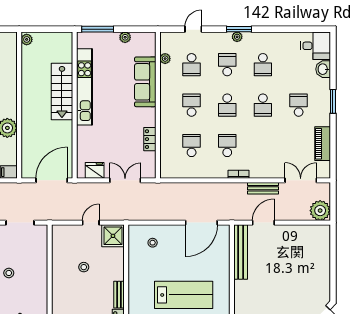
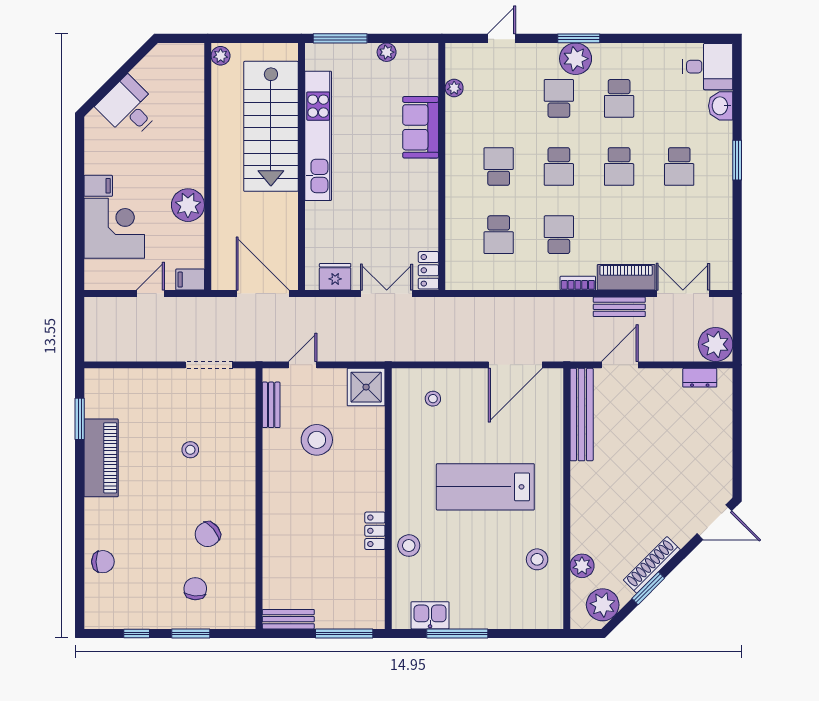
plant: (237, 37) -> (576, 59), width x1.87, depth x1.87
school desk: (192, 65) -> (499, 98), removed
sofa: (145, 82) -> (421, 127), width x0.73
stairs: (62, 92) -> (271, 126), width x1.36, depth x1.51
school desk: (299, 105) -> (679, 167), turned 180
locker: (150, 139) -> (428, 270), moved
piano: (323, 144) -> (626, 277), moved, turned 90
school desk: (192, 145) -> (499, 235), turned 180
door: (52, 180) -> (263, 294), hinge flipped
door: (91, 223) -> (303, 365), moved
dresser: (311, 230) -> (700, 378), added
stool: (84, 267) -> (317, 440), width x1.89, depth x1.89
bench: (119, 295) -> (271, 405), moved
lab bench: (184, 295) -> (485, 487), turned 180

